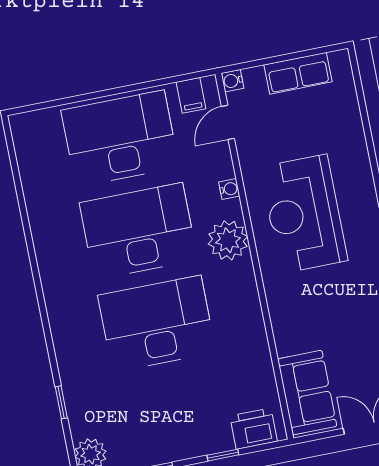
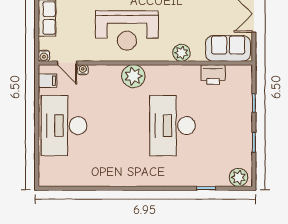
water cooler: (229, 189) -> (83, 70), moved
desk: (138, 231) -> (118, 126), removed
plant: (284, 315) -> (181, 53), added
printer: (254, 429) -> (213, 74), moved, turned -90

